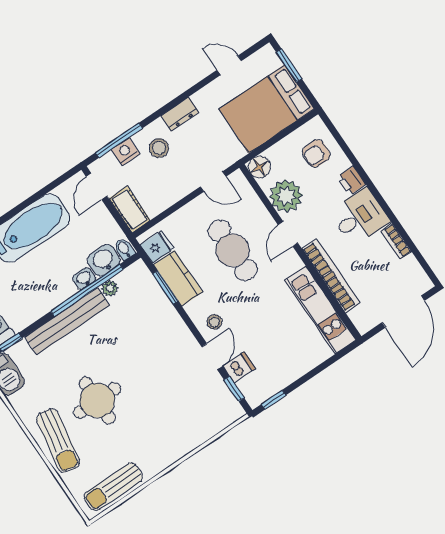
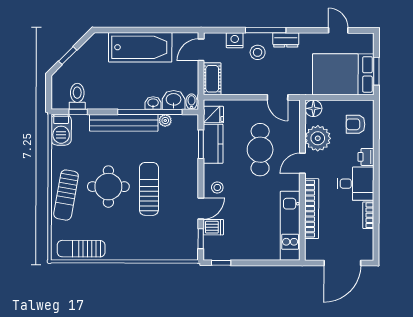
window: (289, 65) -> (376, 71), moved
window: (119, 140) -> (266, 30), moved
sun lounger: (142, 373) -> (149, 189), added

